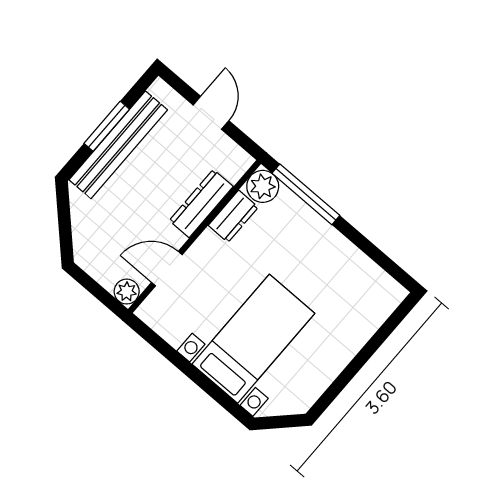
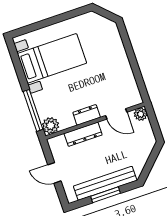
door: (211, 113) -> (54, 173), hinge flipped
dresser: (233, 216) -> (87, 115), moved
bed with nightstands: (253, 339) -> (52, 58), moved, turned 180

